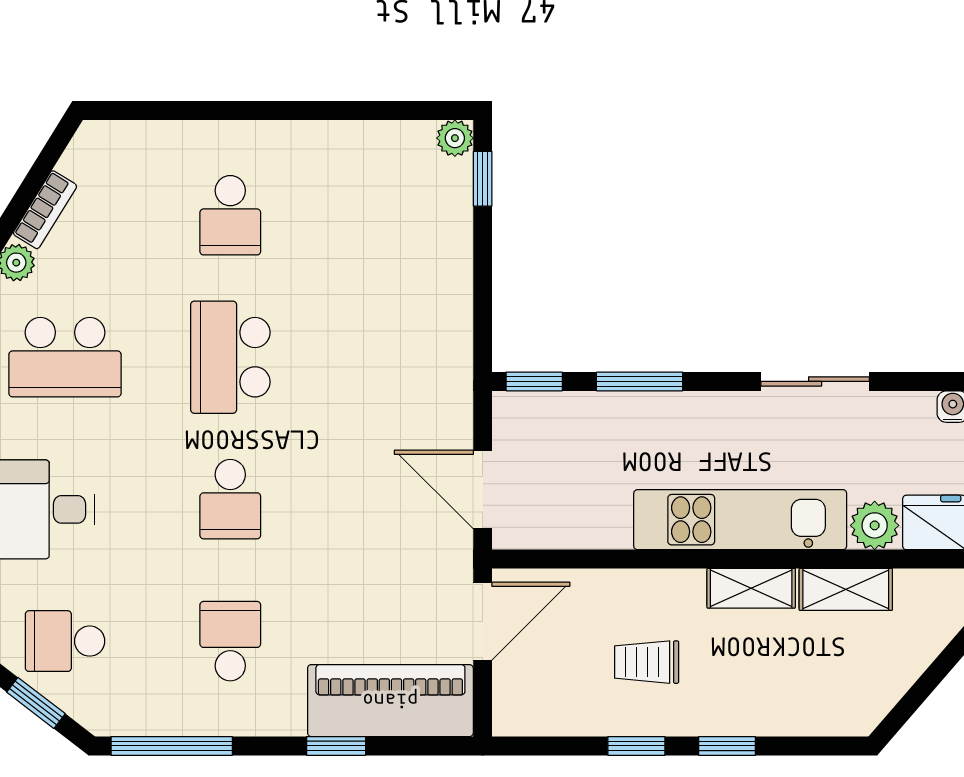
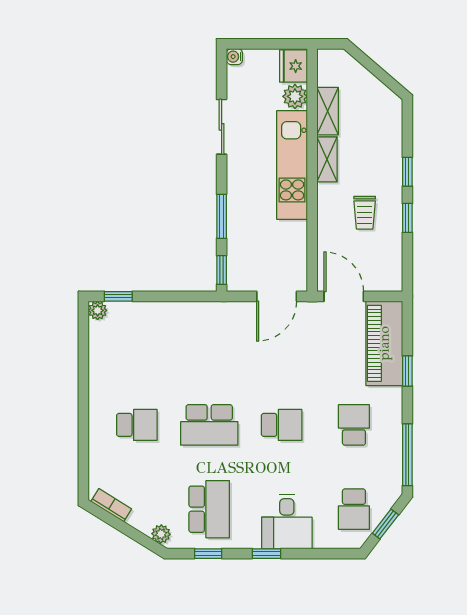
bookcase: (45, 210) -> (111, 505), moved
school desk: (230, 641) -> (354, 425), turned 90

